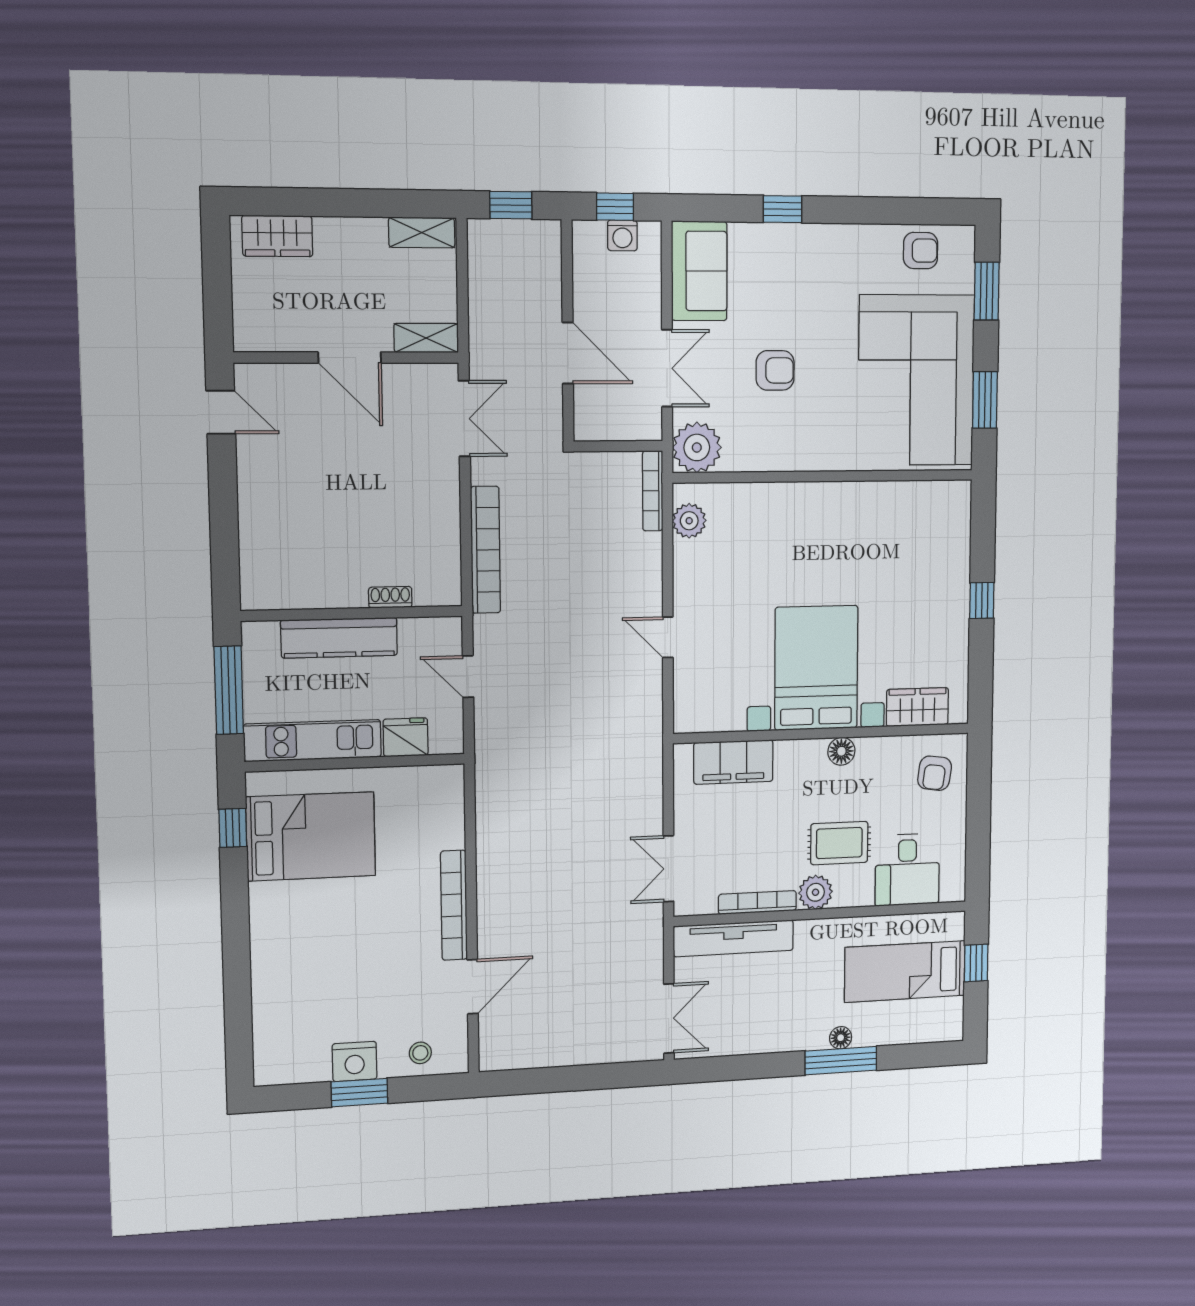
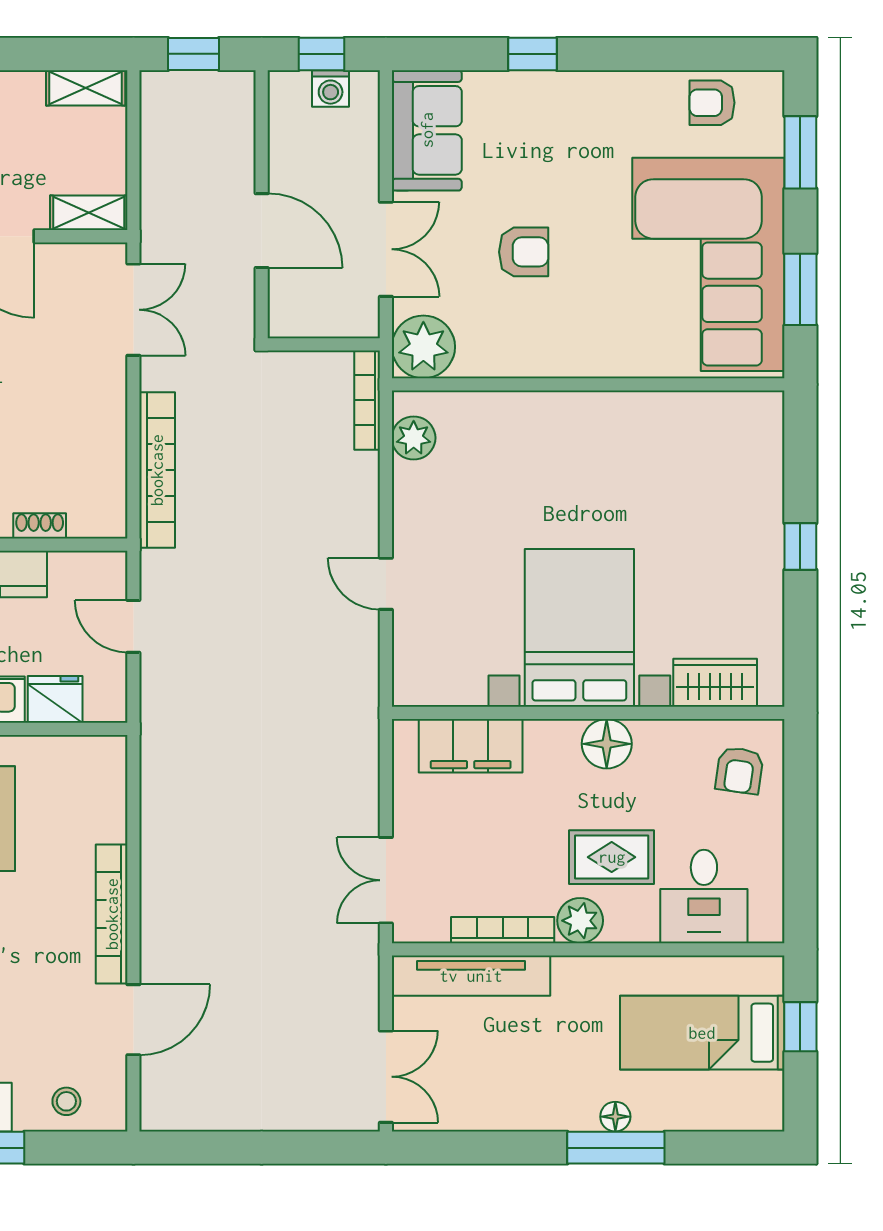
armchair: (921, 251) -> (712, 103), turned 180
floor lamp: (841, 751) -> (607, 744), width x1.38, depth x1.38

